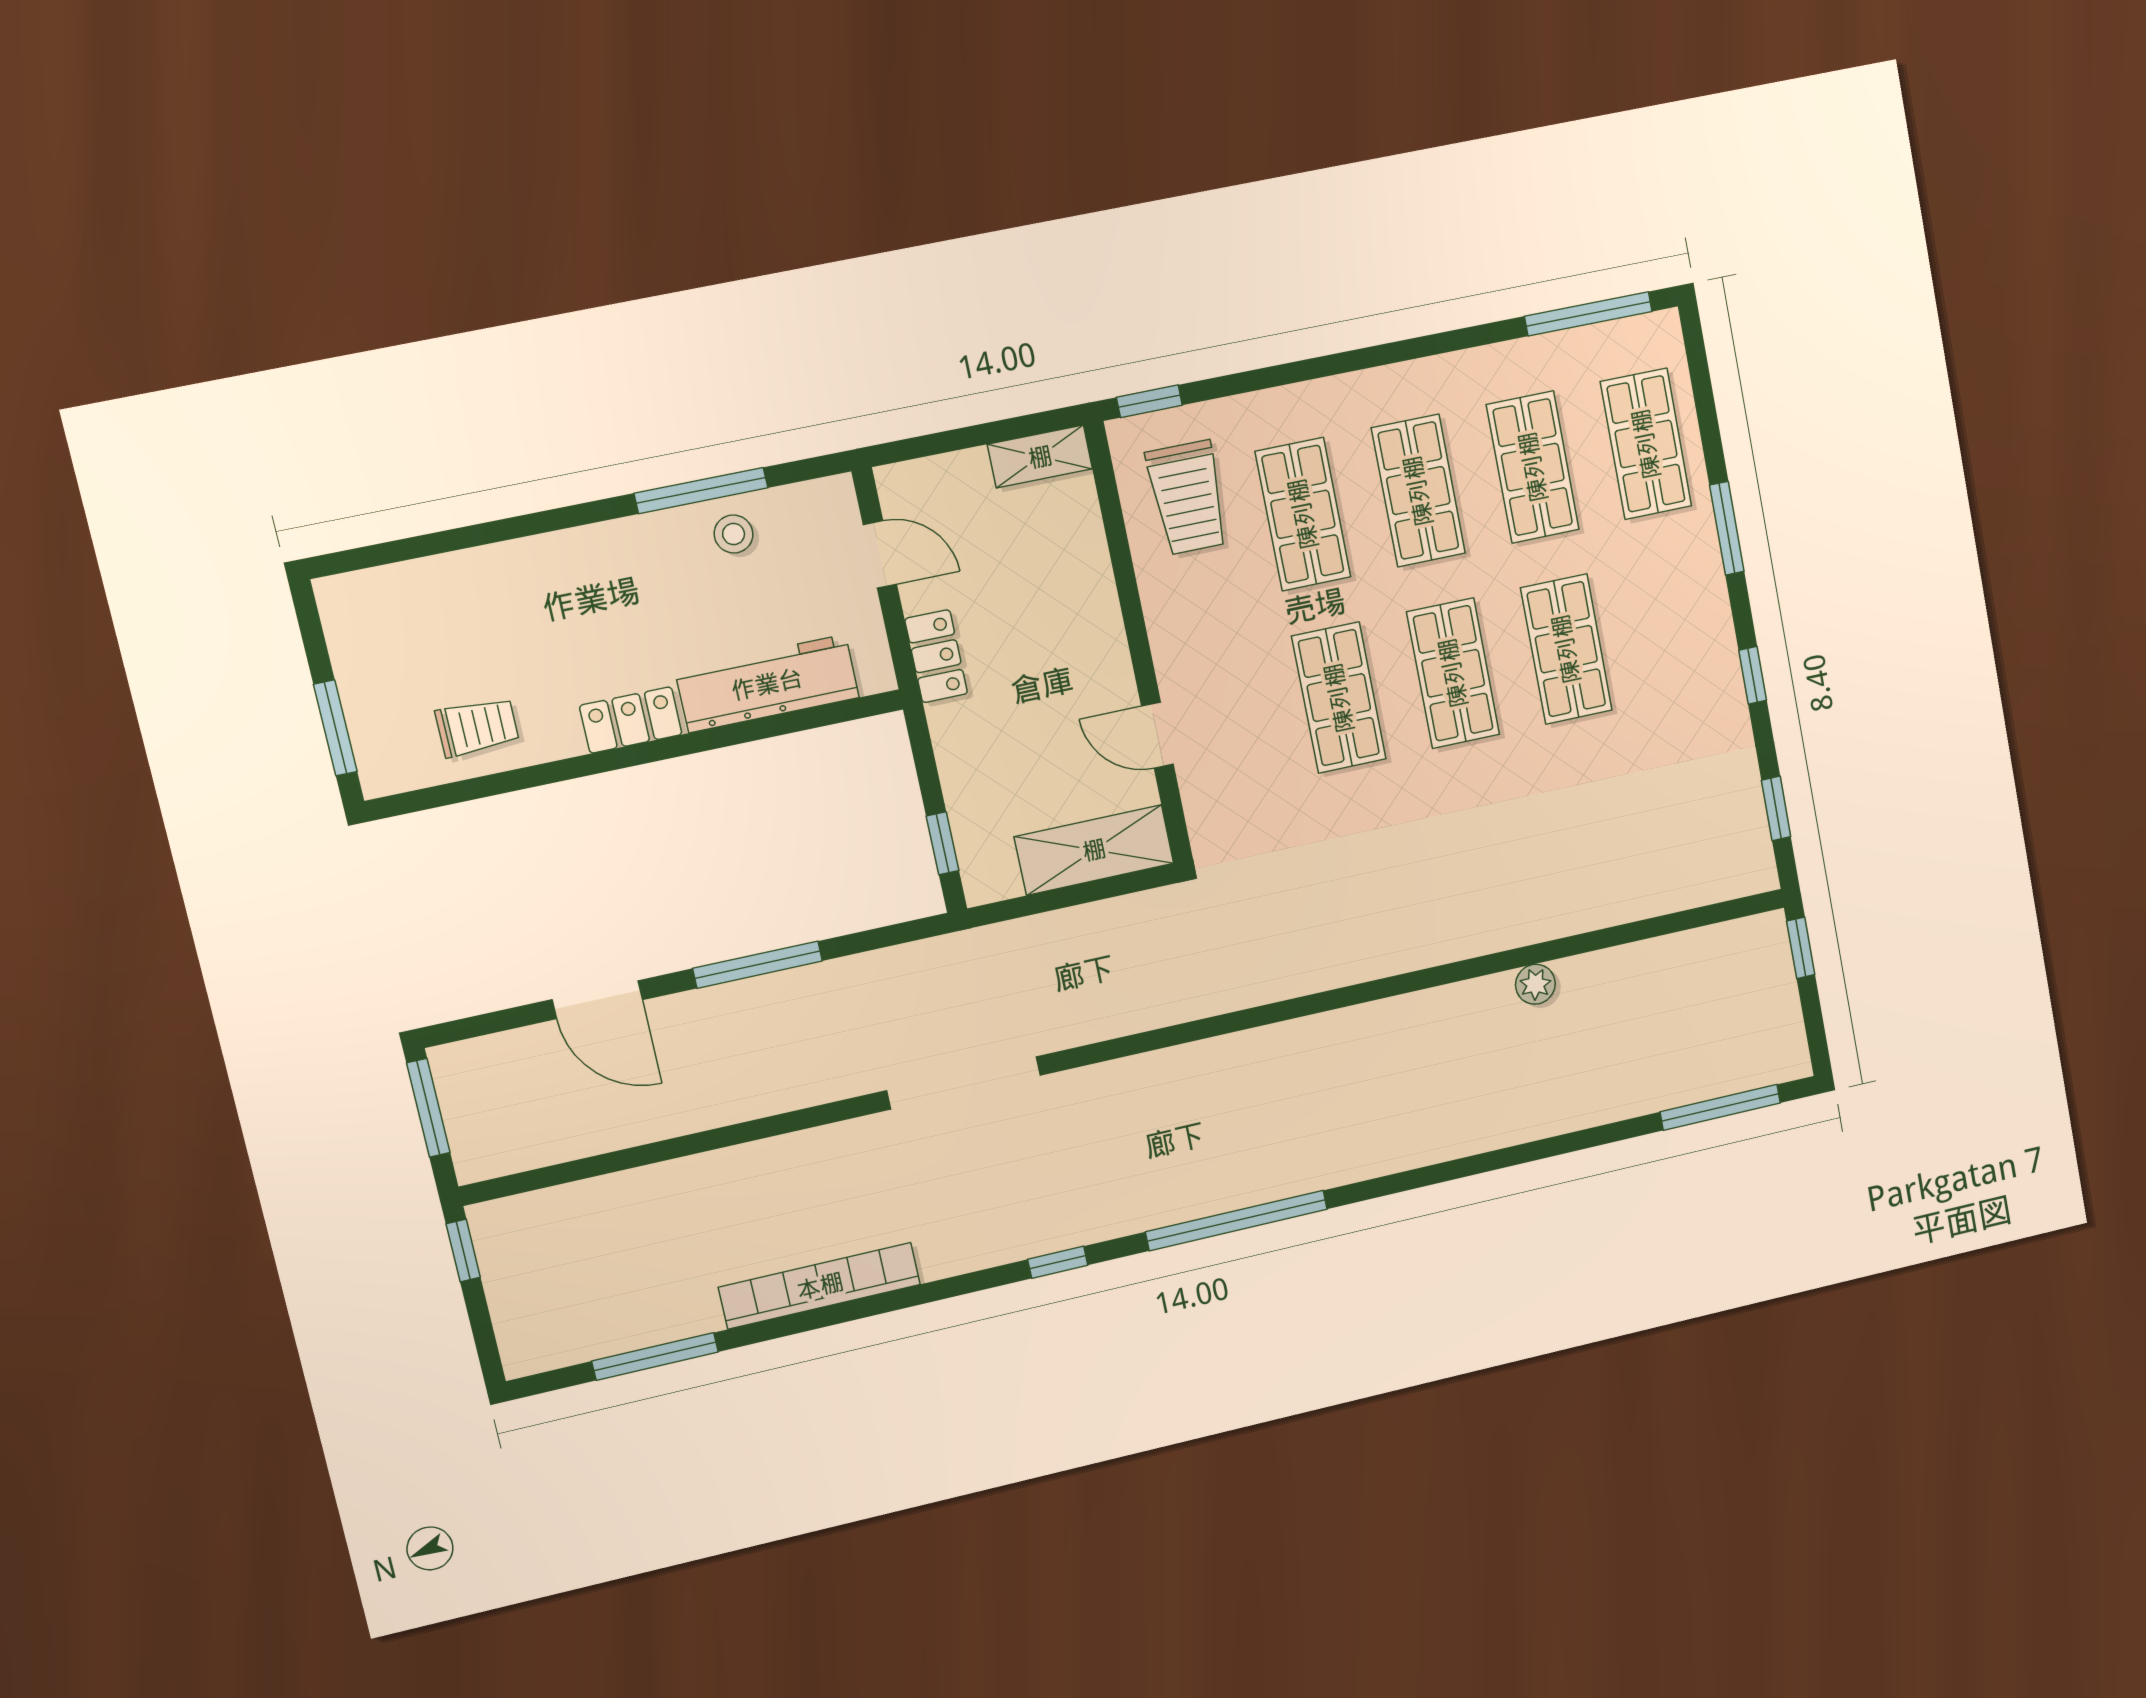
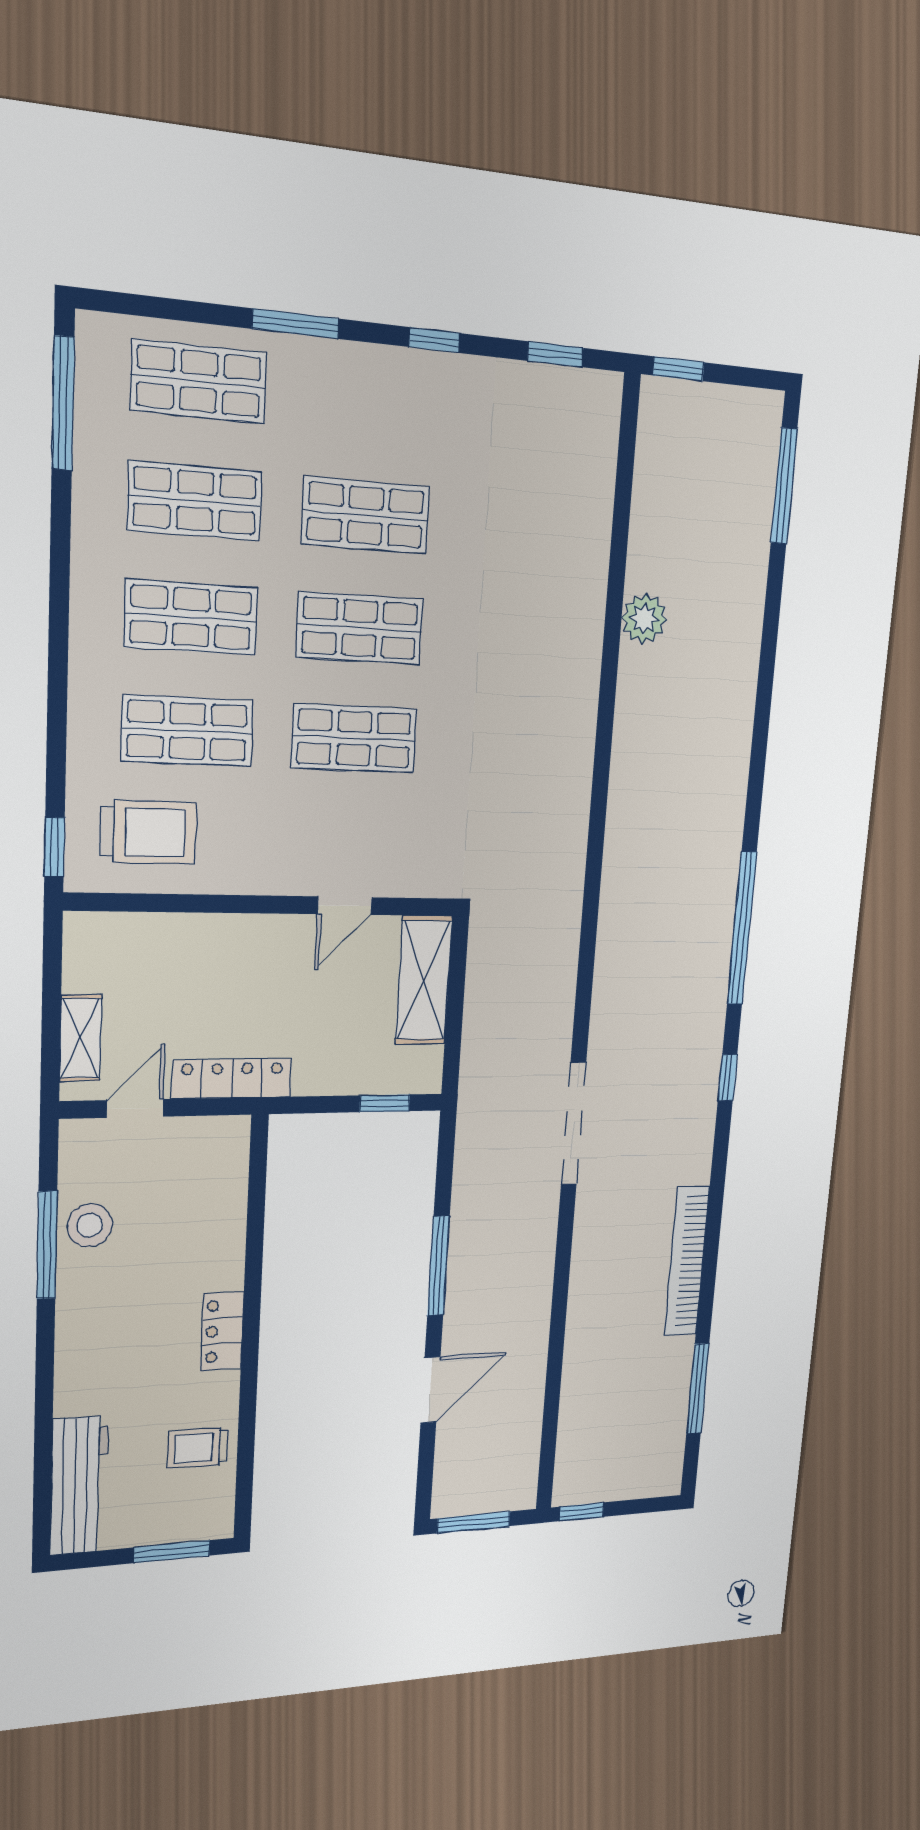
shelving: (1040, 457) -> (80, 1038), moved
stool: (734, 534) -> (90, 1225), width x1.37, depth x1.37
locker: (936, 656) -> (232, 1078), width x1.53
workbench: (767, 684) -> (79, 1486), moved, turned 180
trolley: (477, 727) -> (198, 1448), turned -90
plant: (1535, 984) -> (644, 619), width x1.38, depth x1.38

